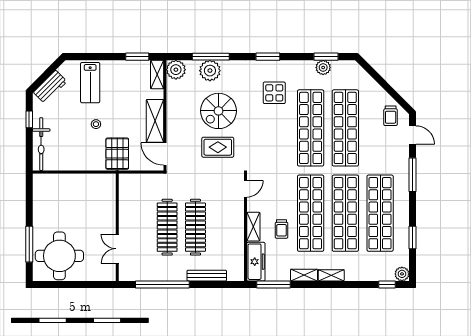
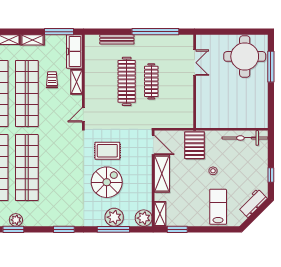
display table: (274, 93) -> (58, 198), removed
bicycle: (41, 144) -> (245, 138), moved, turned -90
clothes rail: (167, 227) -> (151, 81), width x0.73, depth x0.76

